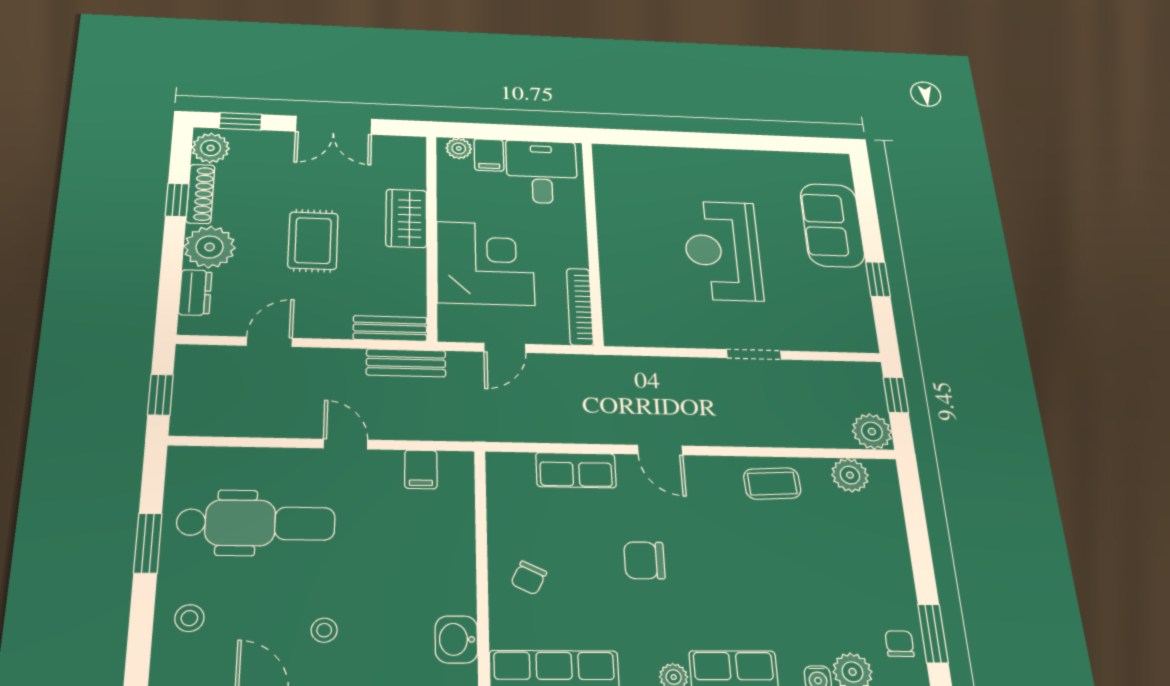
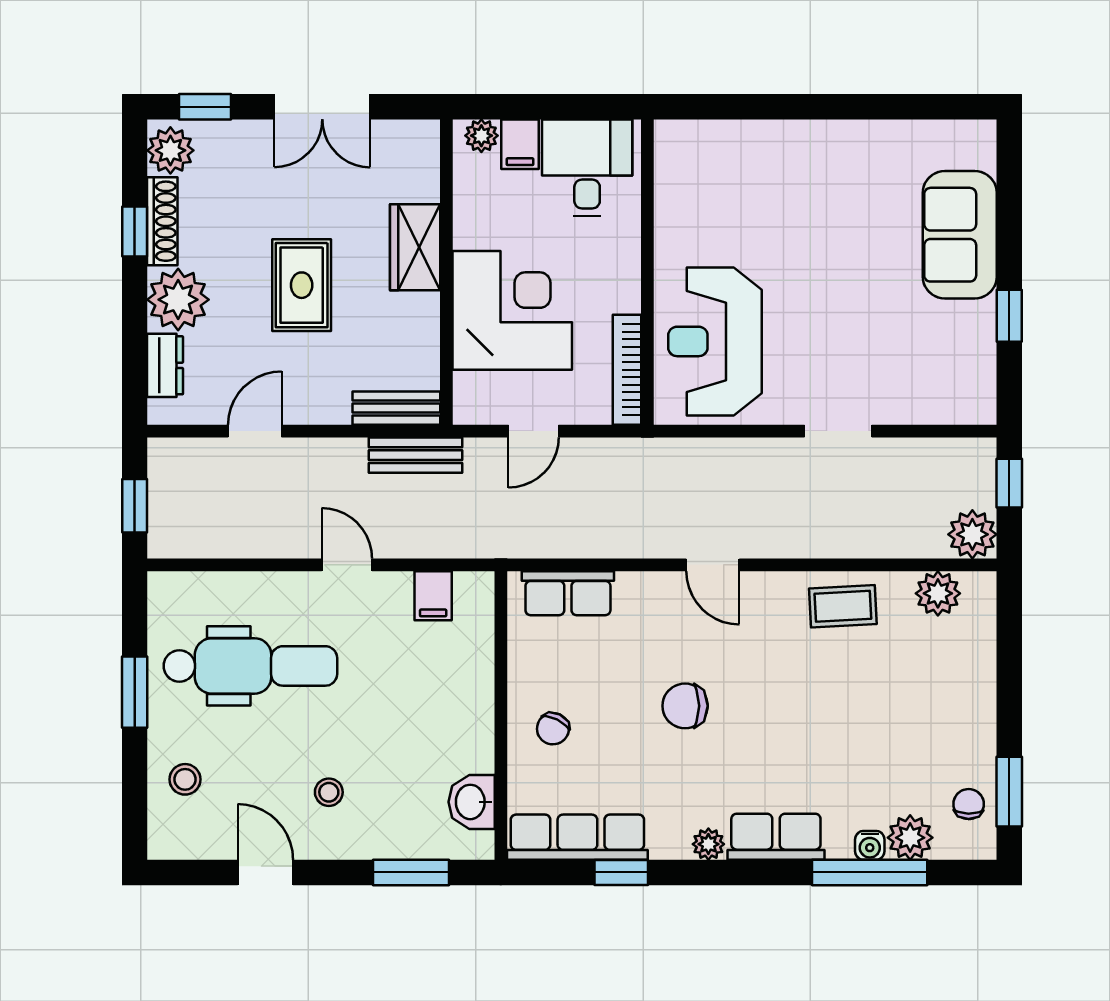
reception desk: (722, 250) -> (715, 341), moved
row of seats: (576, 470) -> (568, 593), moved

